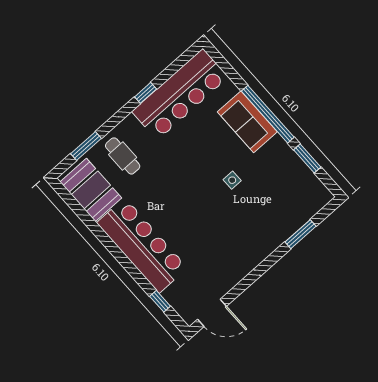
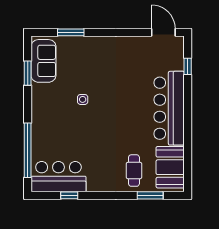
window: (146, 93) -> (69, 195), moved
bar counter: (180, 94) -> (58, 177), width x0.73
window: (268, 114) -> (28, 150), moved
sofa: (247, 122) -> (43, 61), moved

